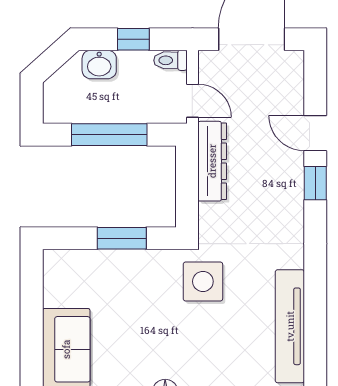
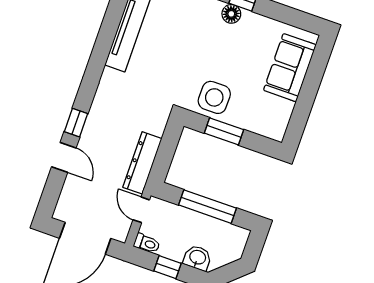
side table: (203, 281) -> (214, 97), moved

